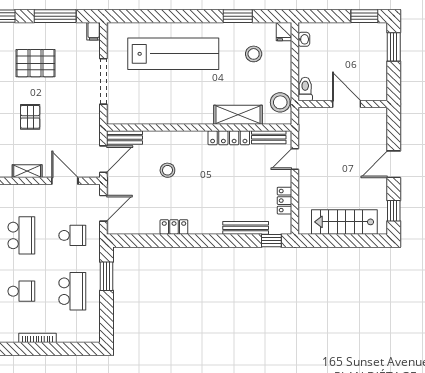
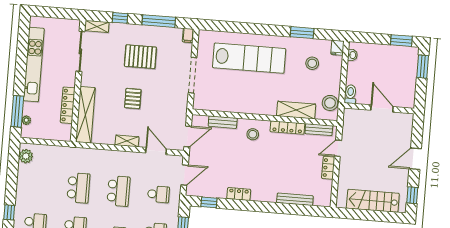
bench: (124, 138) -> (223, 122), moved
stool: (167, 170) -> (253, 134), moved
locker: (285, 201) -> (328, 168), moved
window: (271, 241) -> (209, 202), moved

